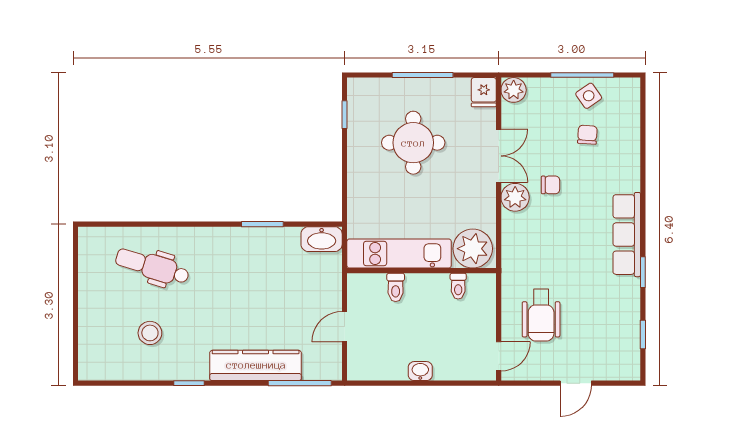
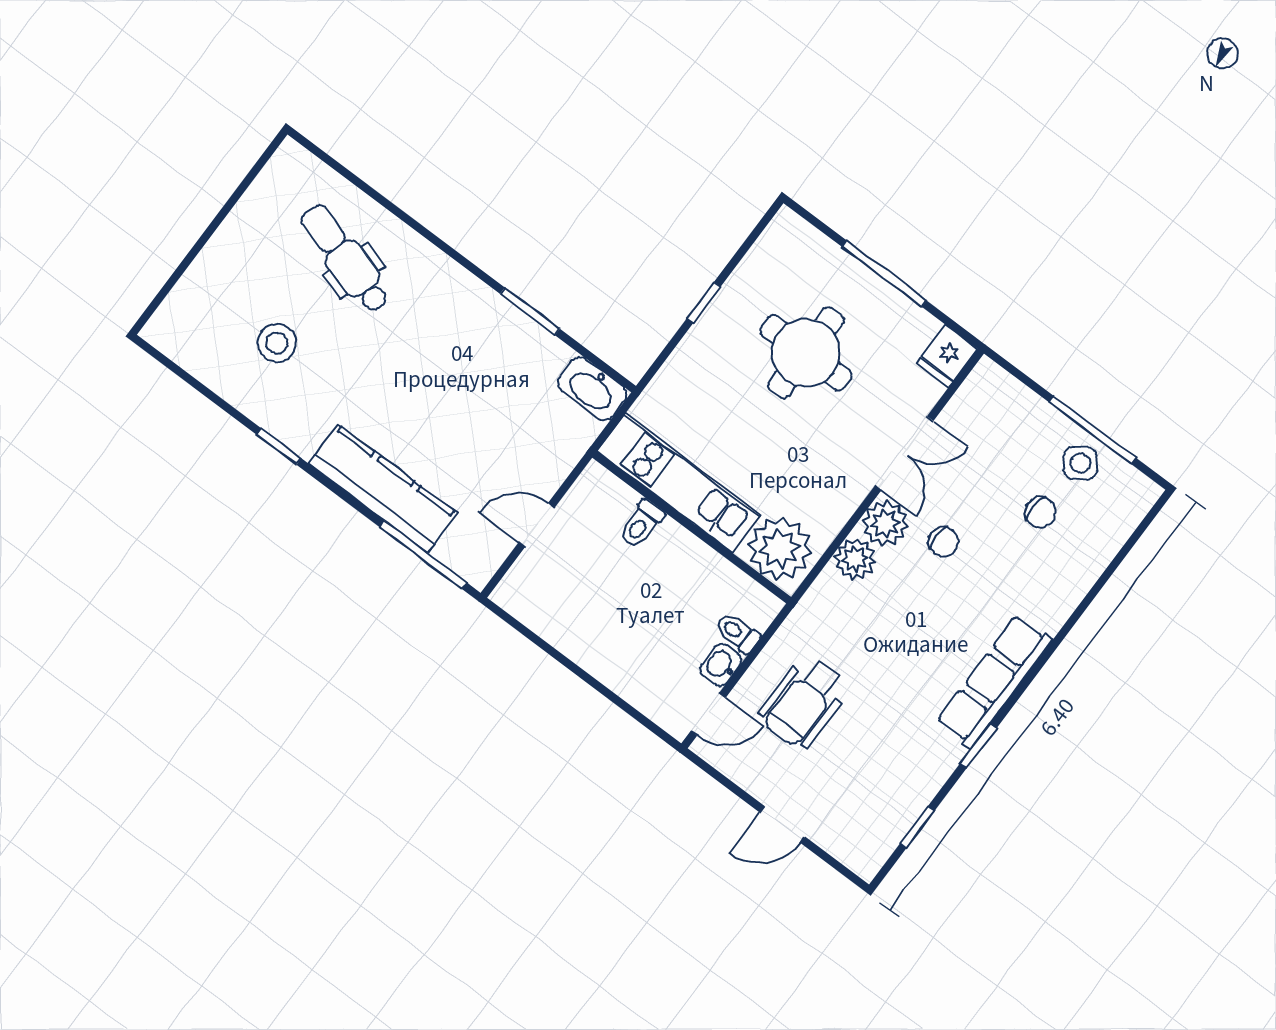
plant: (514, 90) -> (855, 559), moved
window: (345, 115) -> (704, 303), moved
chair: (587, 135) -> (1040, 513), turned 86
toilet: (458, 286) -> (738, 633), moved, turned 90
washbasin: (420, 371) -> (721, 665), moved, turned -90

